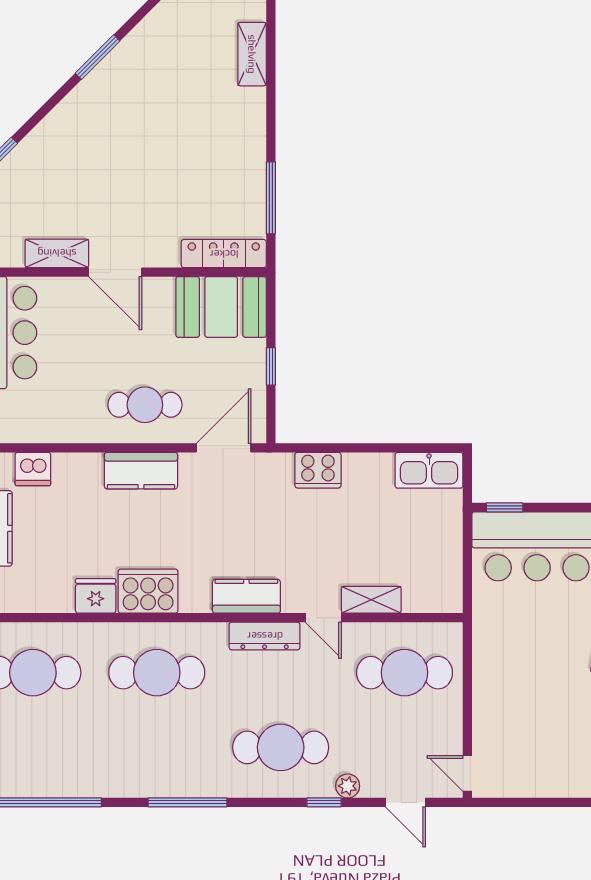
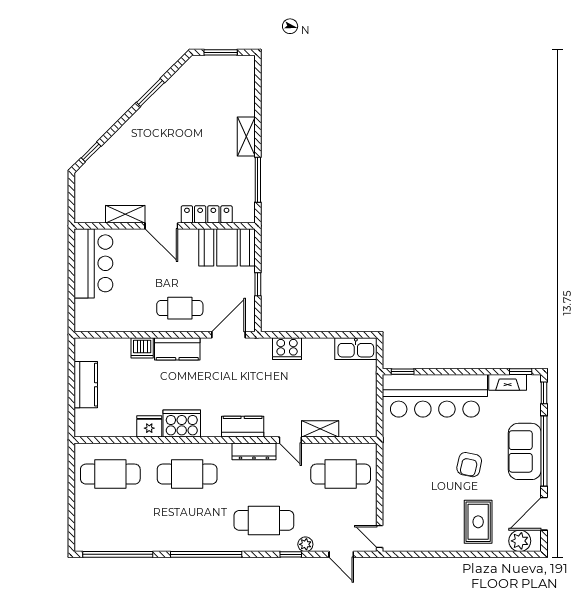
shelving: (252, 54) -> (246, 137), moved
locker: (224, 254) -> (207, 214), moved
dishwasher: (33, 469) -> (142, 348), moved
window: (187, 802) -> (206, 554), width x1.46

